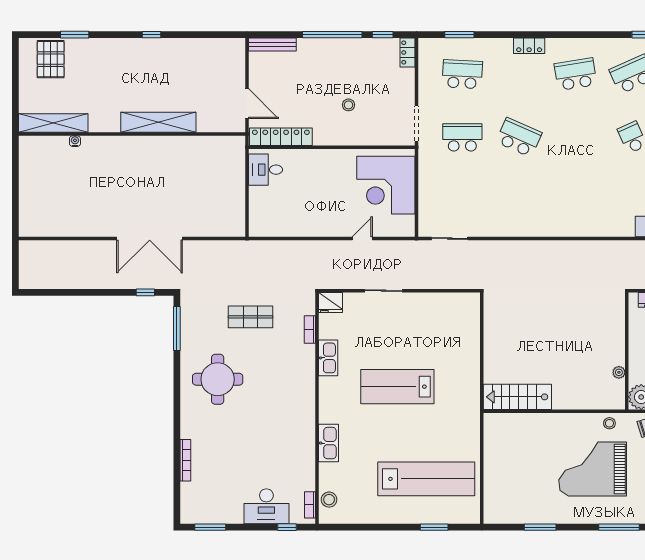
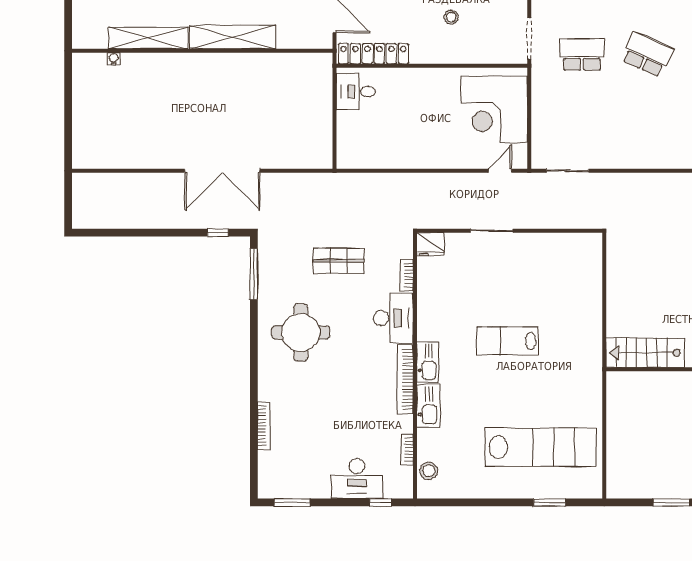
shelving: (53, 123) -> (148, 38), moved
water cooler: (75, 141) -> (114, 59), moved
door: (362, 238) -> (500, 171), moved
kitchen sink: (328, 358) -> (428, 362), moved
desk: (298, 367) -> (393, 318), added
lab bench: (397, 387) -> (507, 341), width x0.73, depth x0.72
bookcase: (309, 420) -> (405, 379), added
bookcase: (310, 505) -> (407, 450), moved

